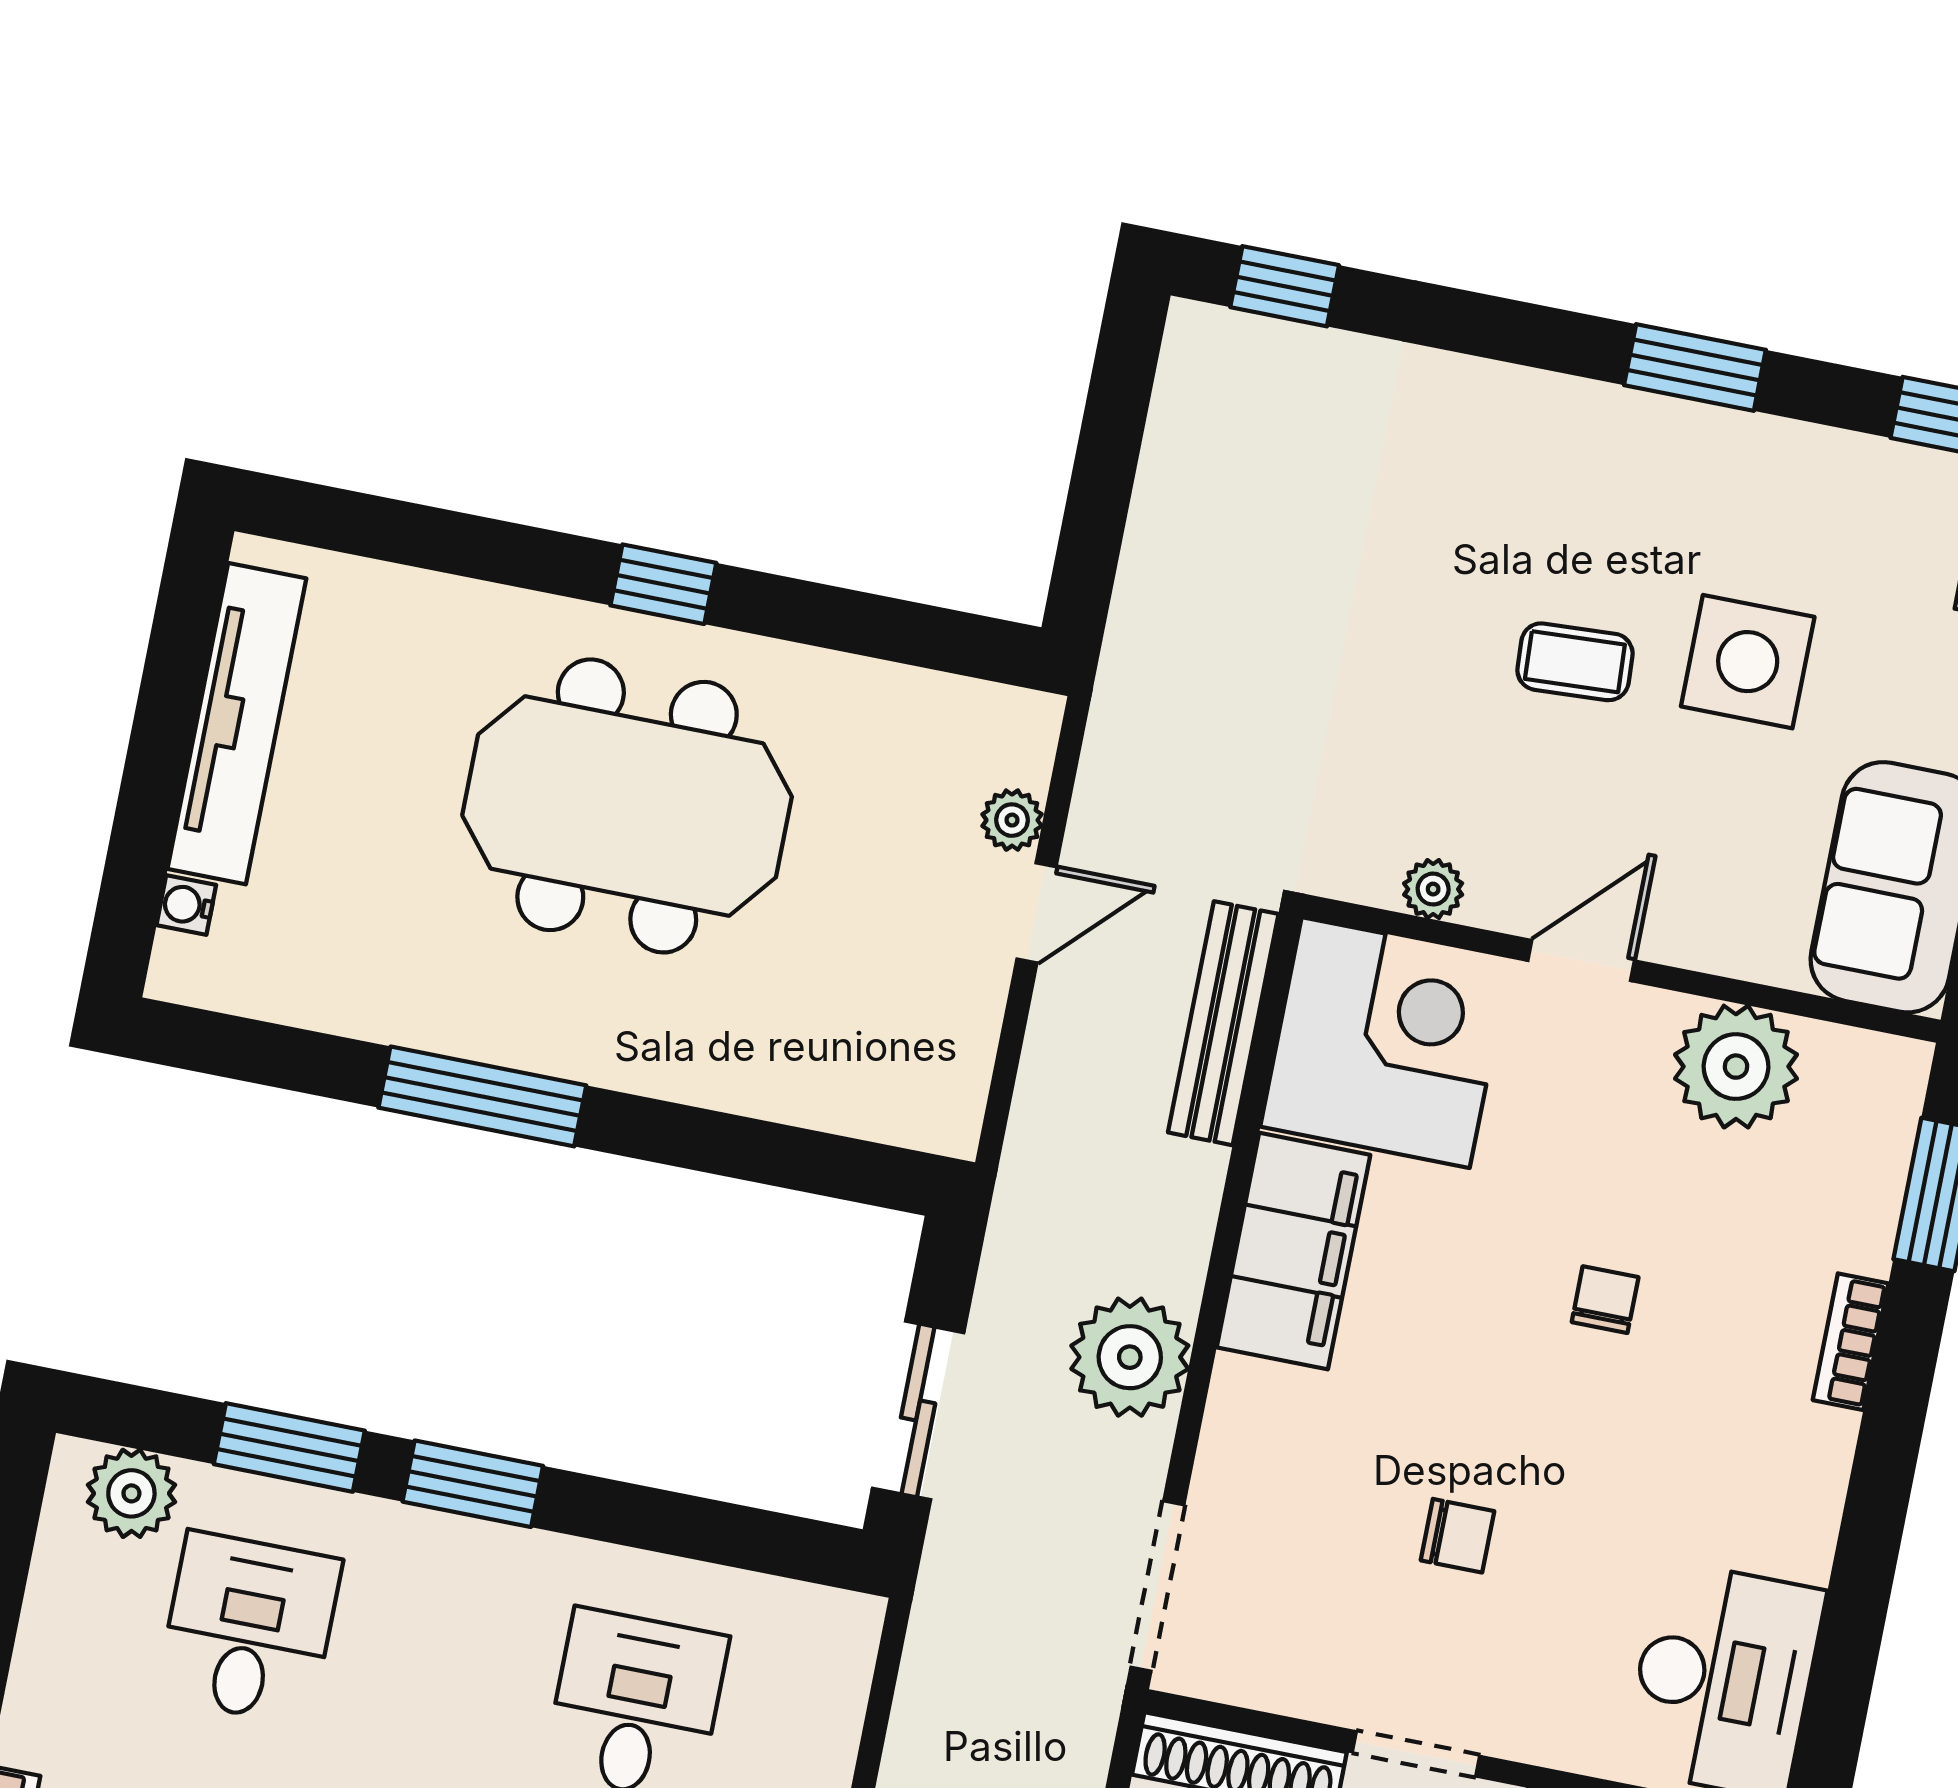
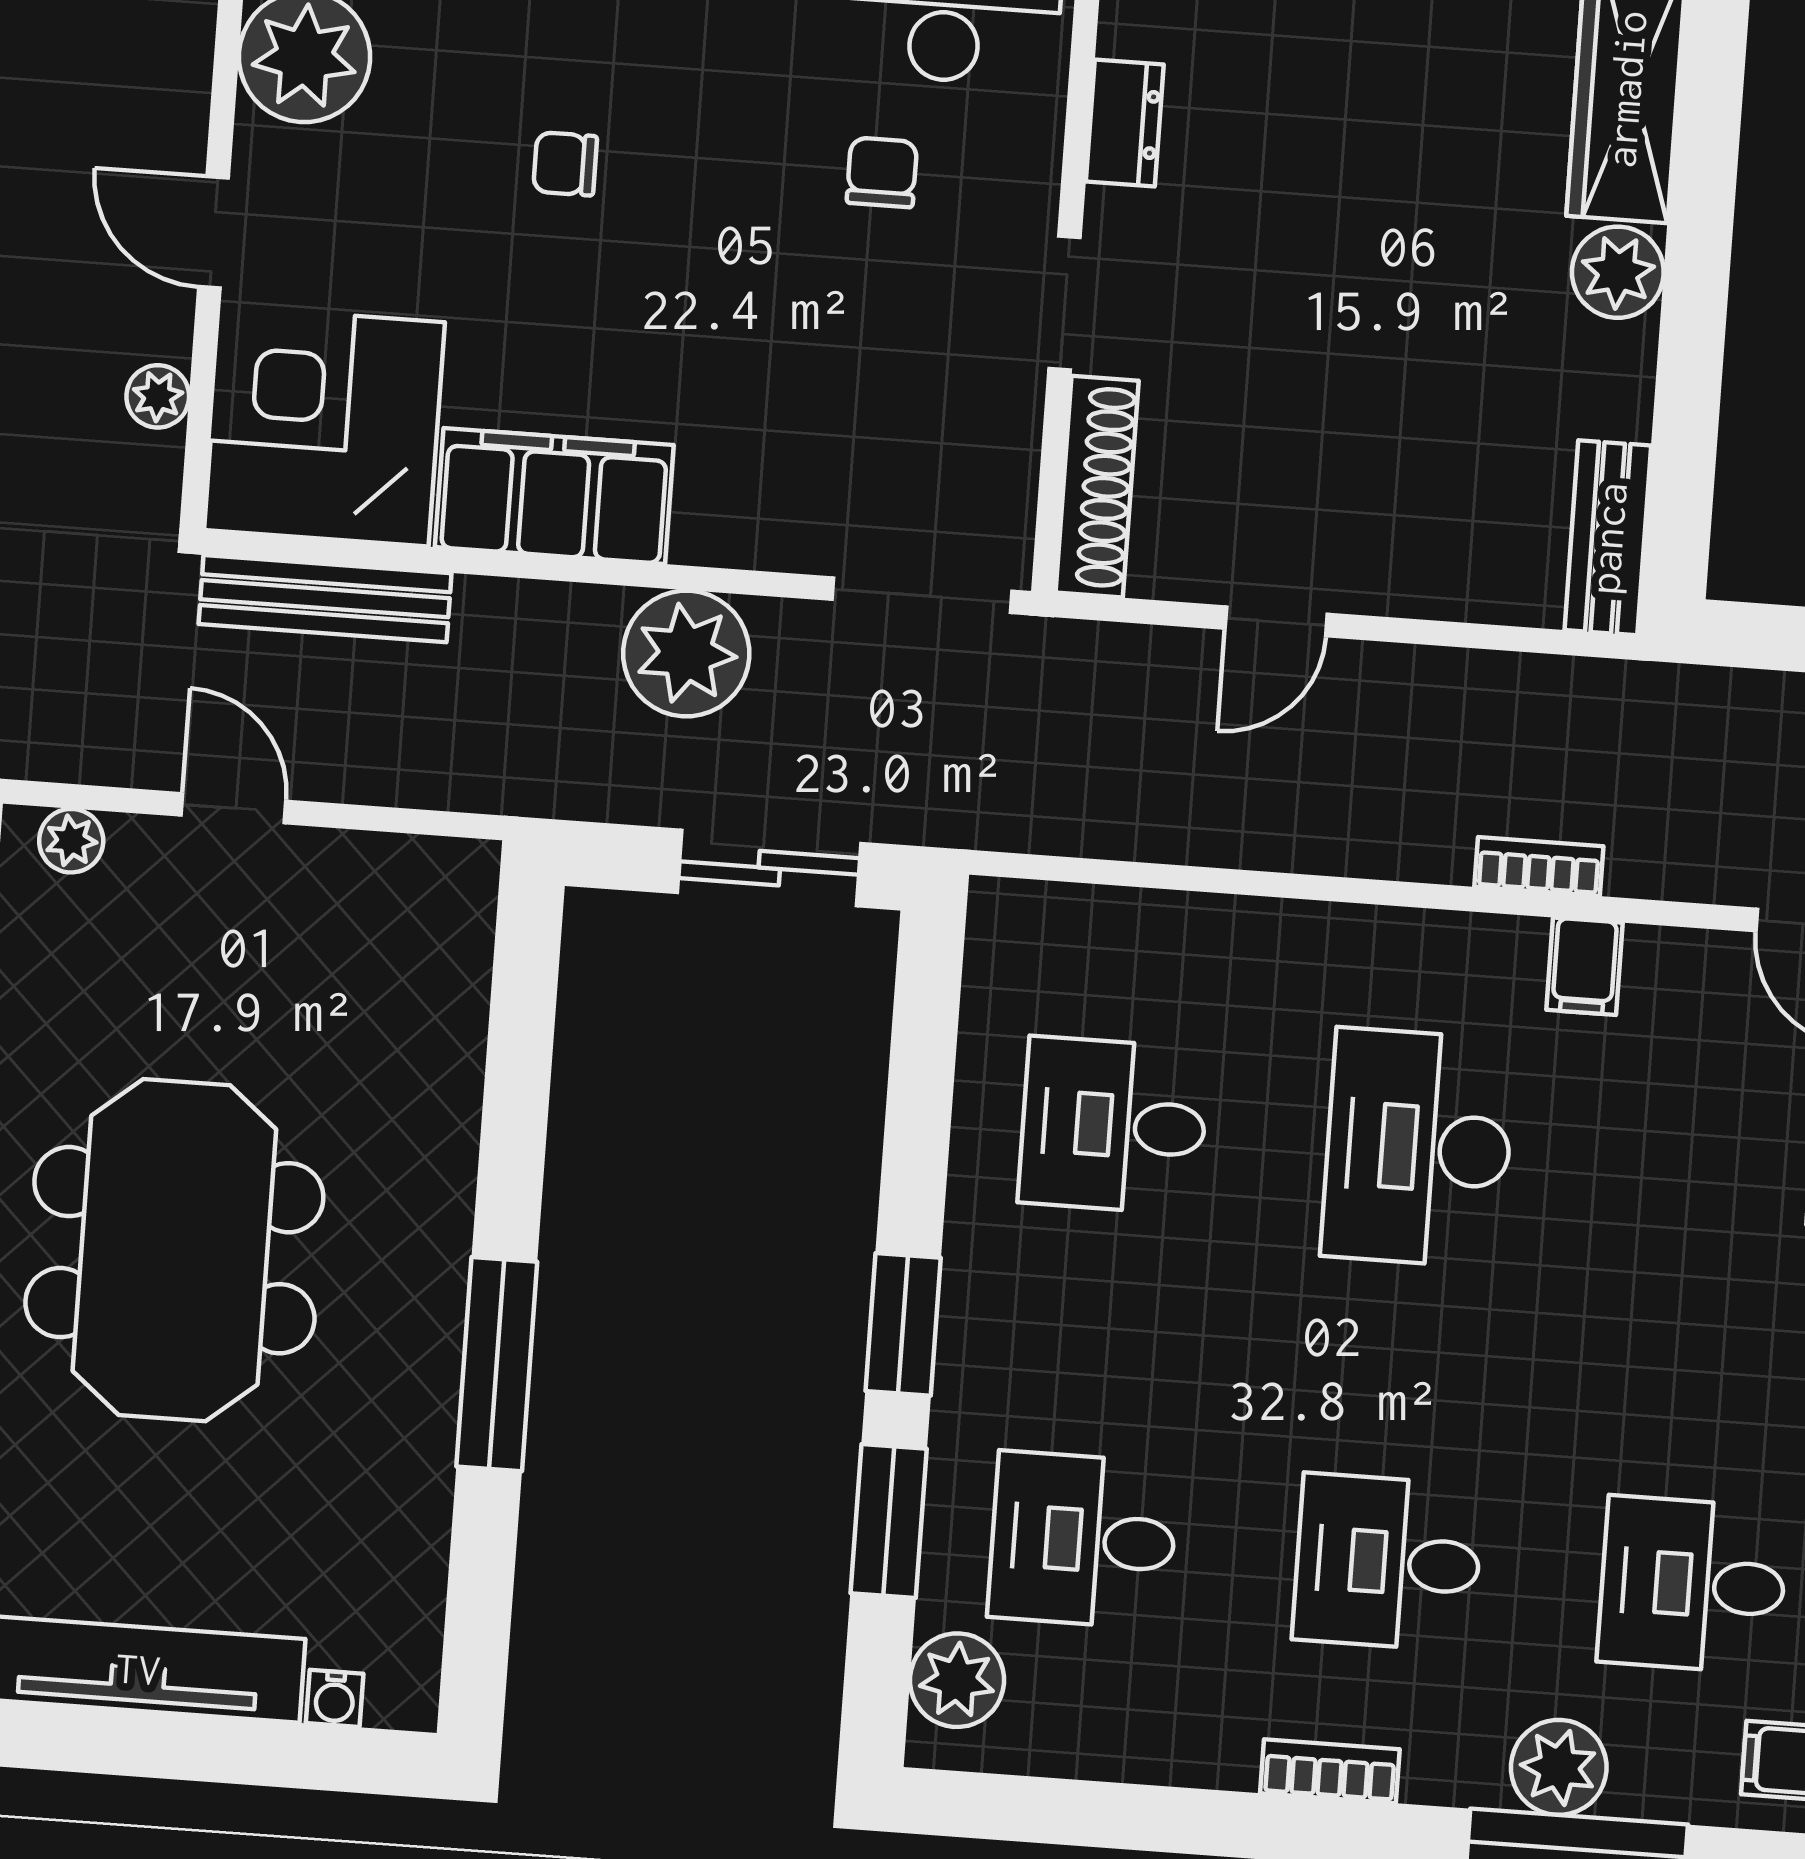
plant: (1012, 820) -> (71, 841), moved
chair: (1458, 1536) -> (882, 172), moved

